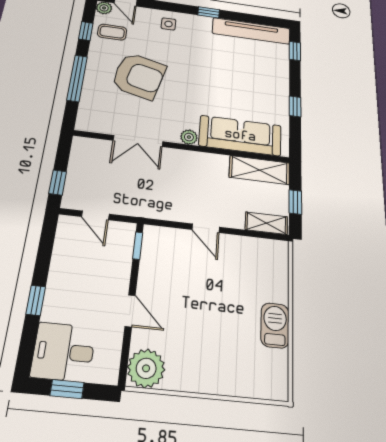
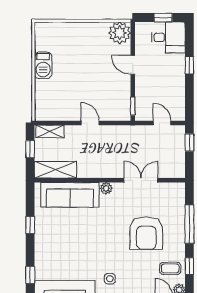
side table: (169, 24) -> (110, 279), moved
armchair: (139, 76) -> (146, 233), turned -104

